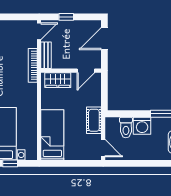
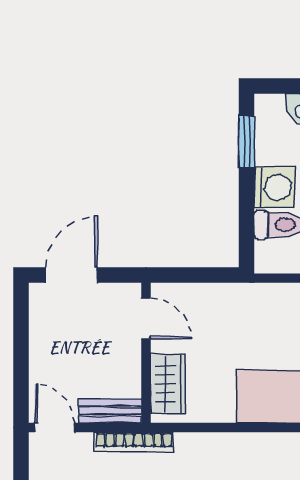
window: (66, 17) -> (21, 364), removed
door: (104, 39) -> (71, 275), swing flipped
cot: (94, 120) -> (262, 300), removed

